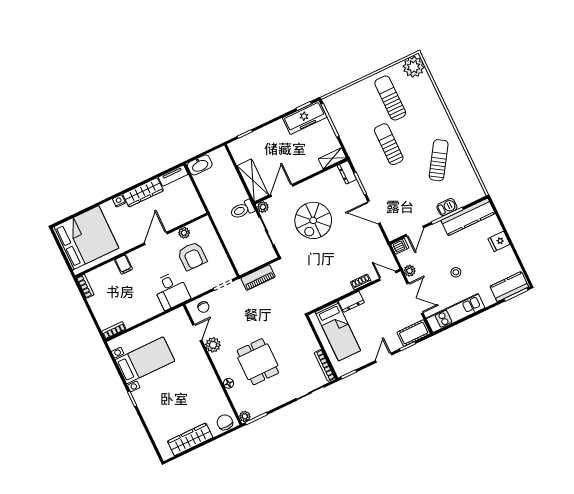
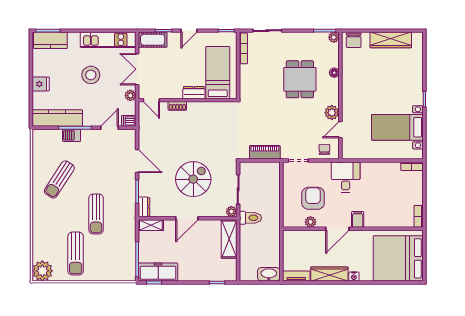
door: (282, 190) -> (187, 218), moved
filing cabinet: (124, 264) -> (358, 219), moved
stool: (456, 272) -> (91, 75), width x1.89, depth x1.89

